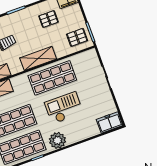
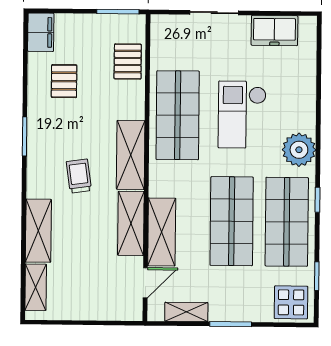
pallet: (77, 37) -> (128, 62), moved
shelving: (38, 58) -> (131, 155), moved
freezer: (110, 122) -> (275, 31), moved, turned -90

